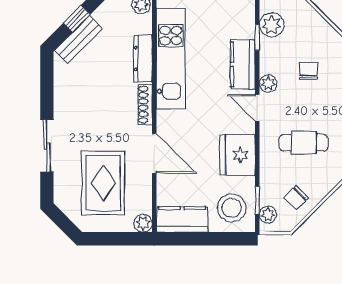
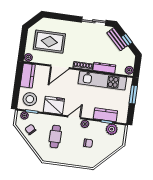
kitchen counter: (243, 64) -> (105, 115), moved
sliding door: (47, 146) -> (94, 21), moved

